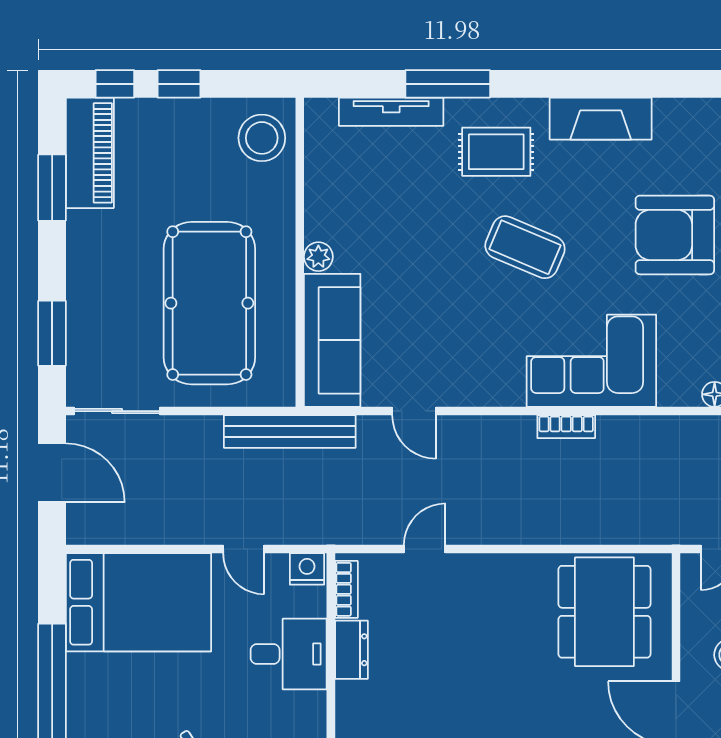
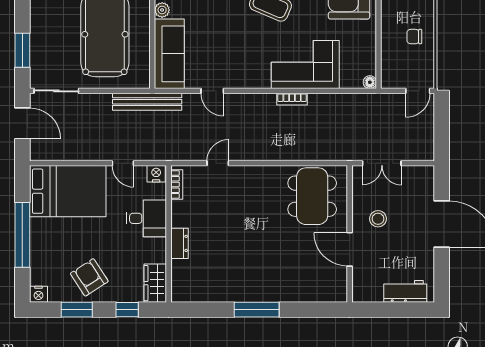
dresser: (351, 650) -> (179, 243), moved

